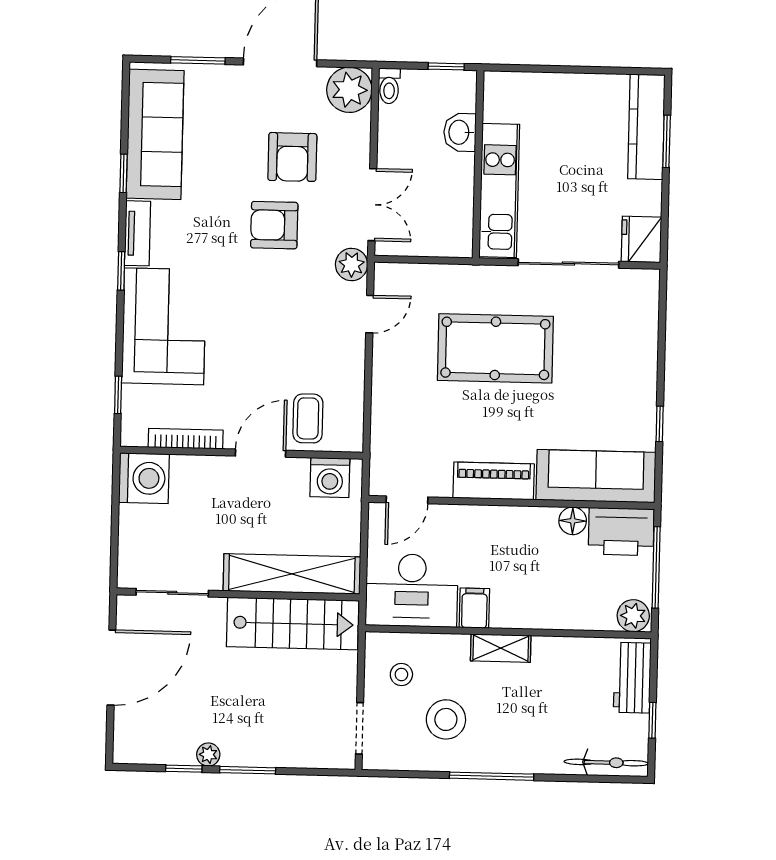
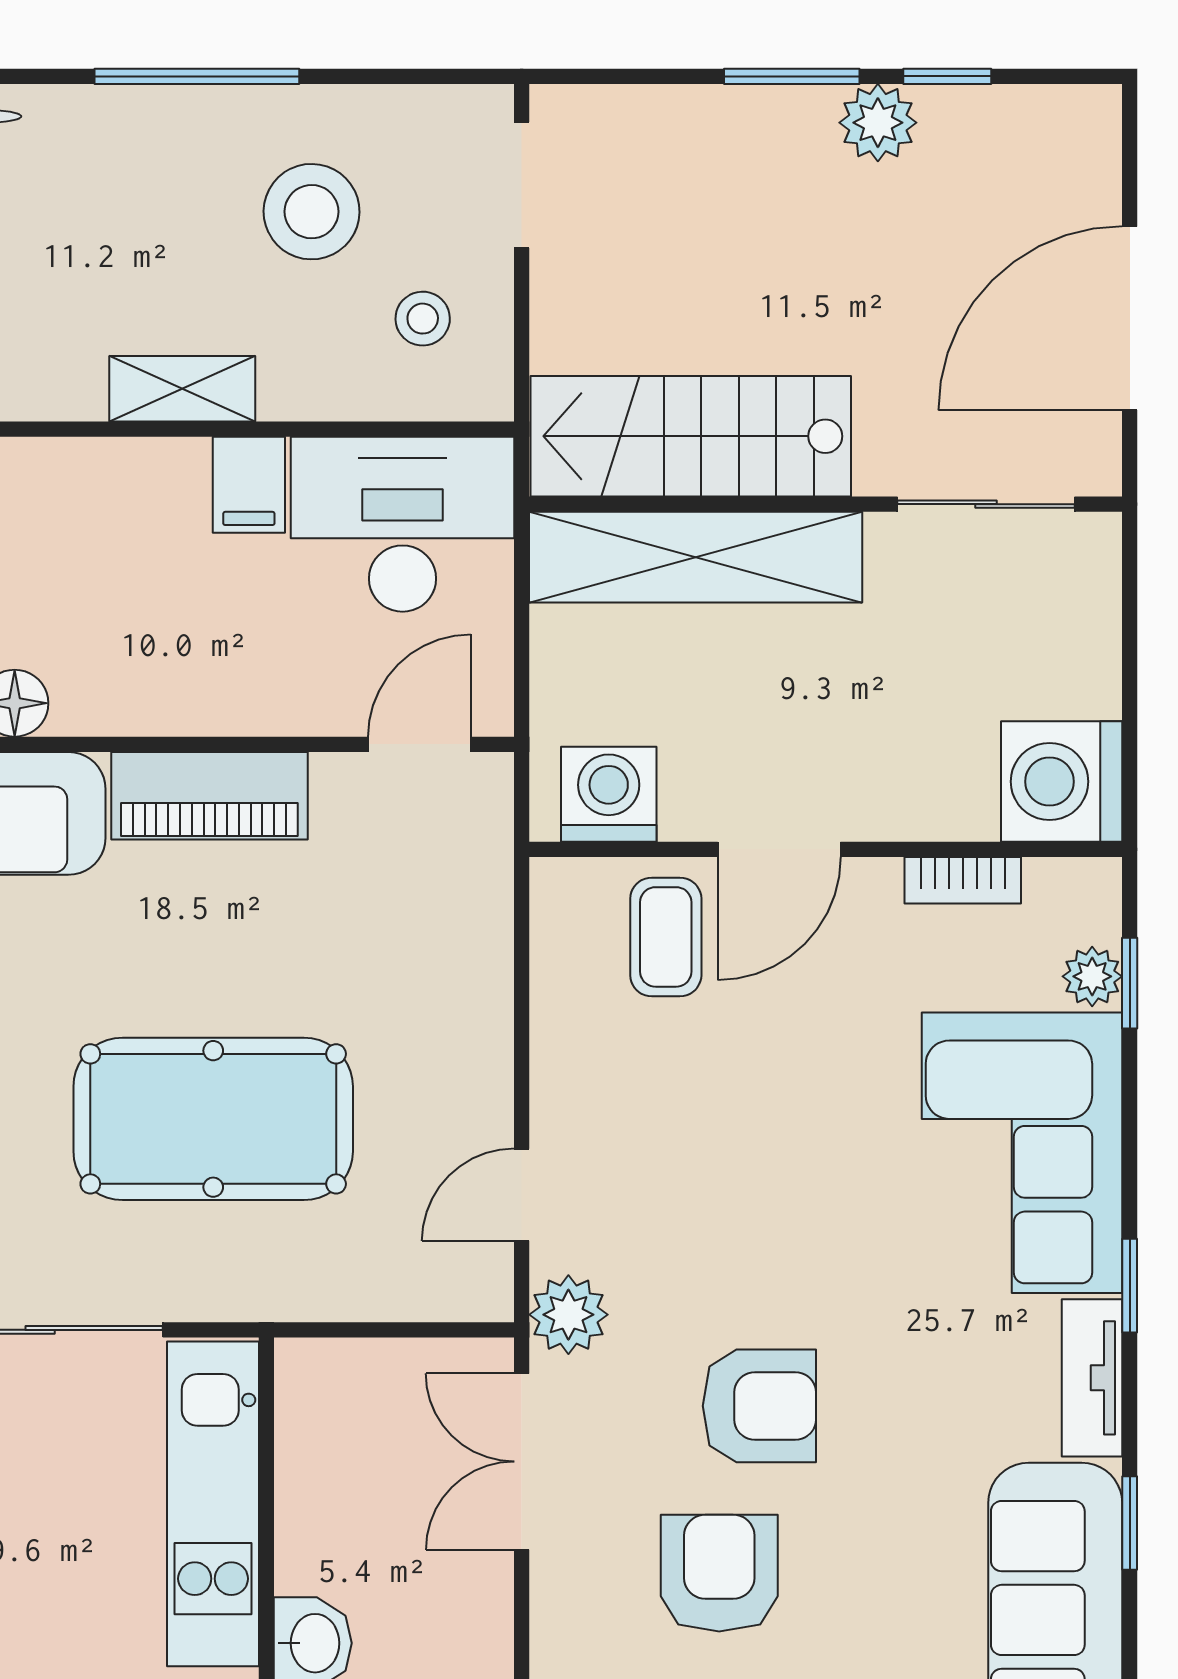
plant: (133, 398) -> (1092, 976), added
bookcase: (186, 439) -> (963, 880), width x0.64
plant: (208, 755) -> (878, 123), width x1.38, depth x1.38

